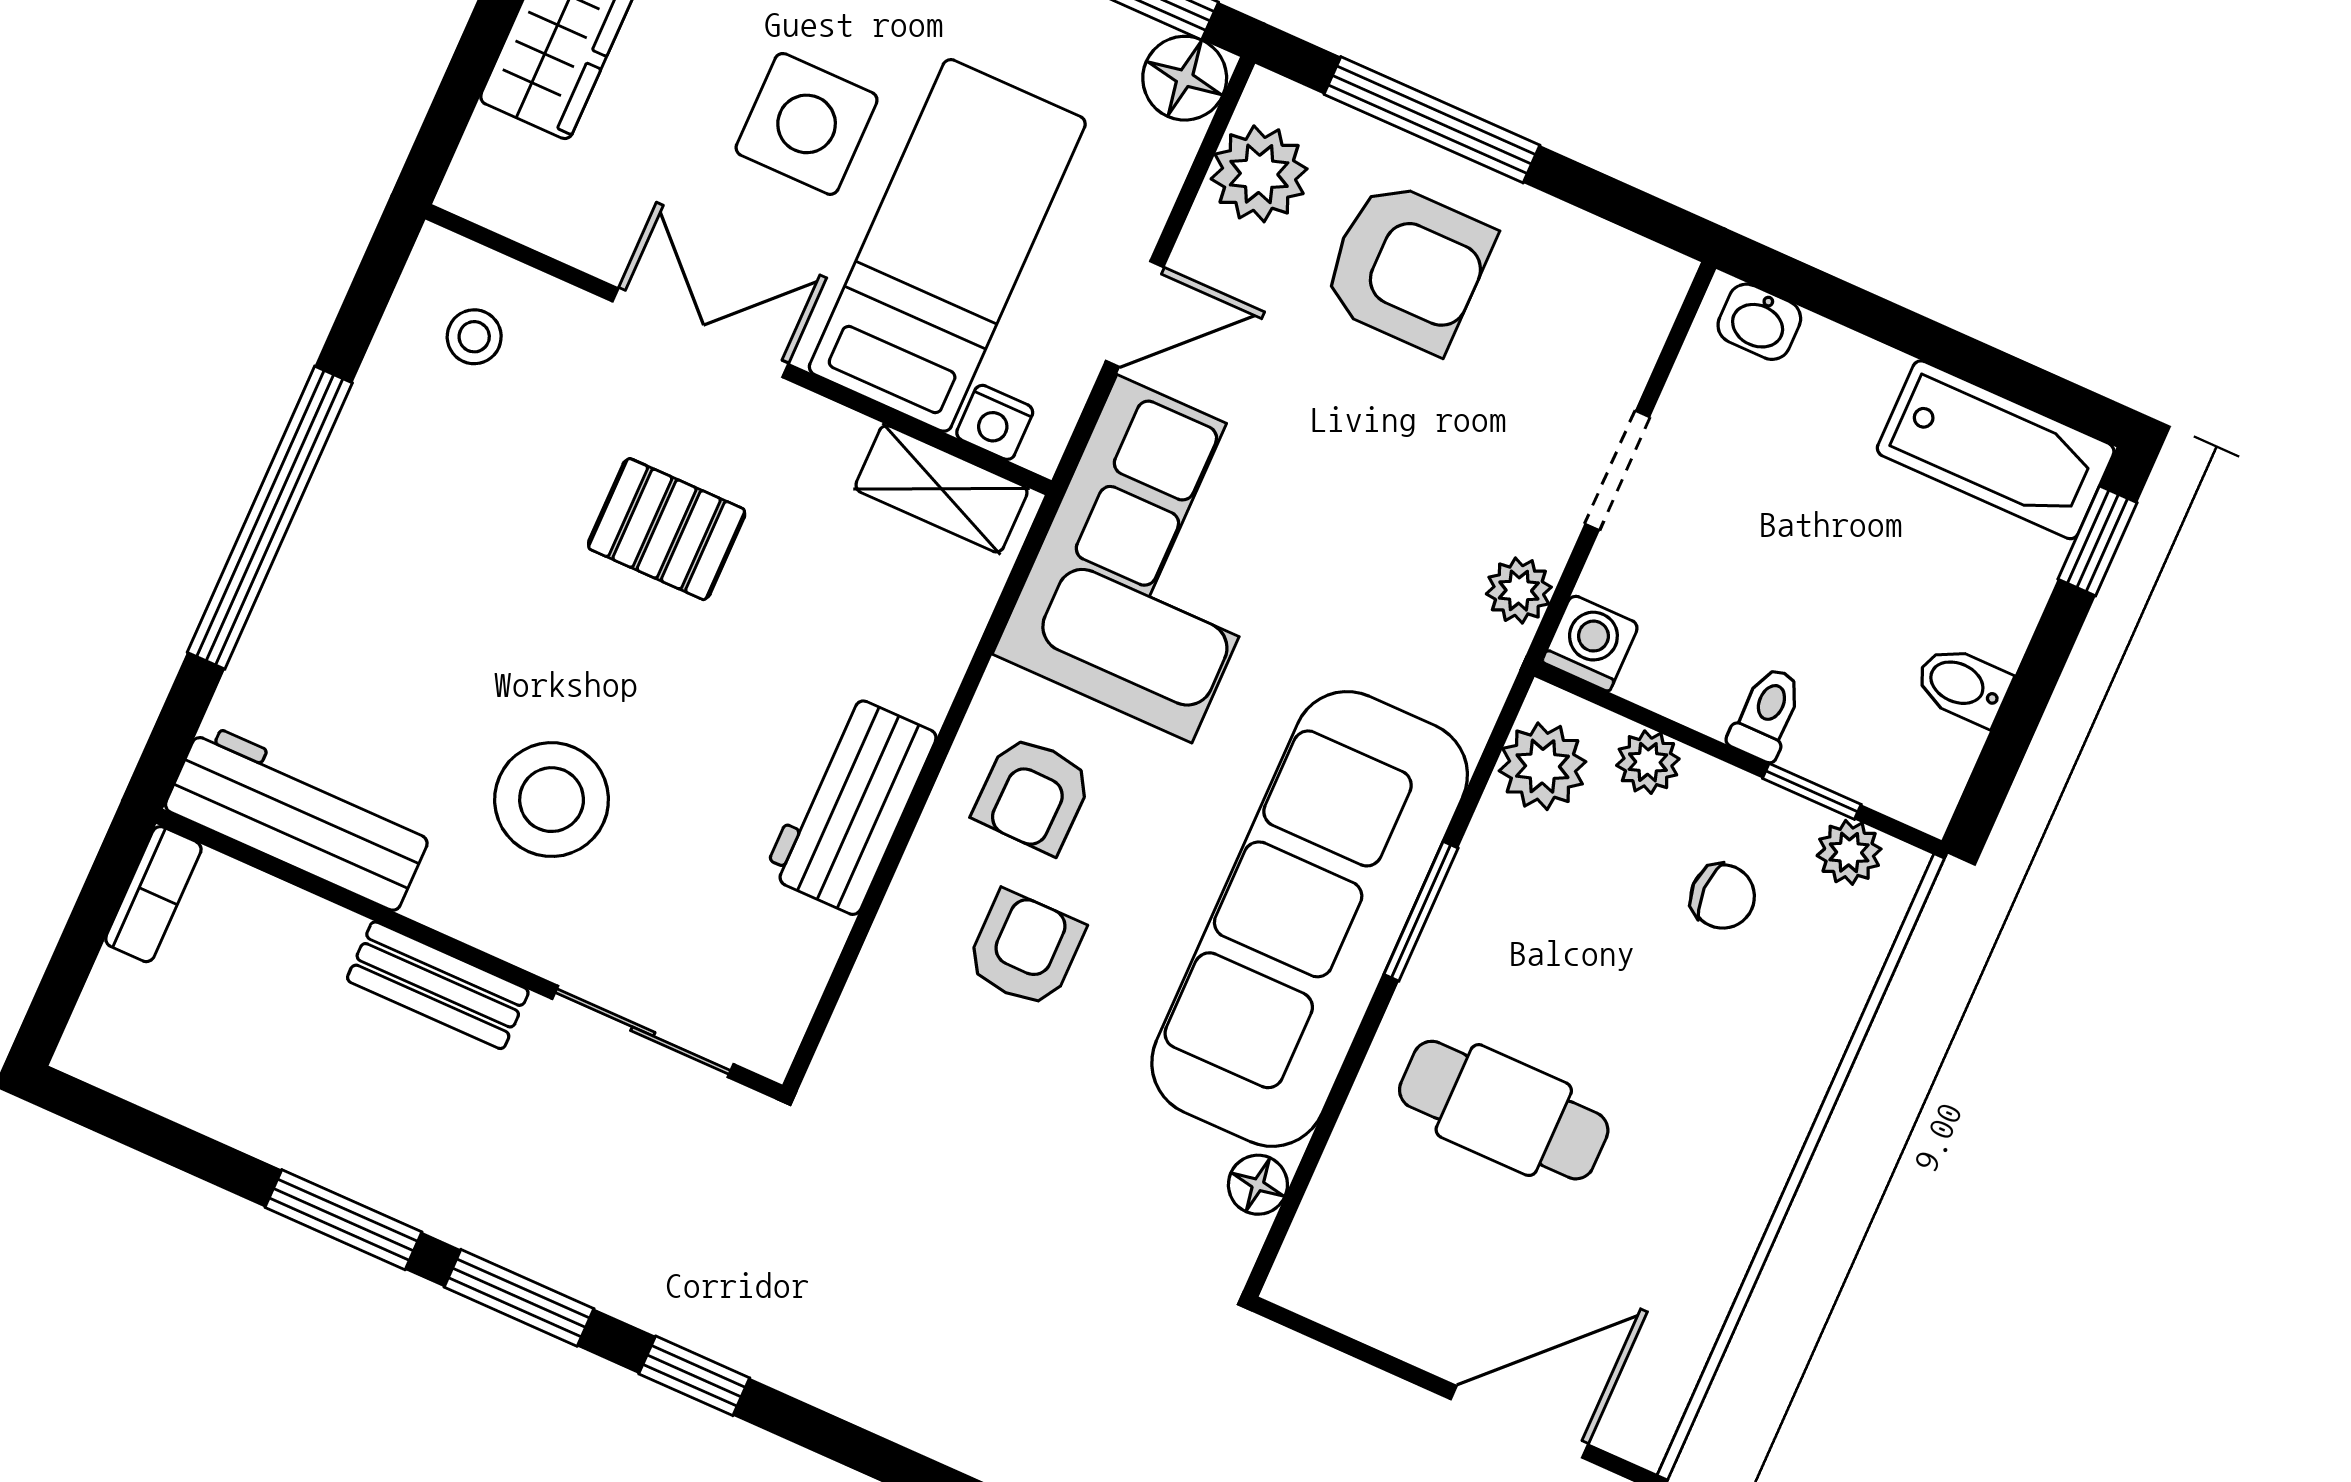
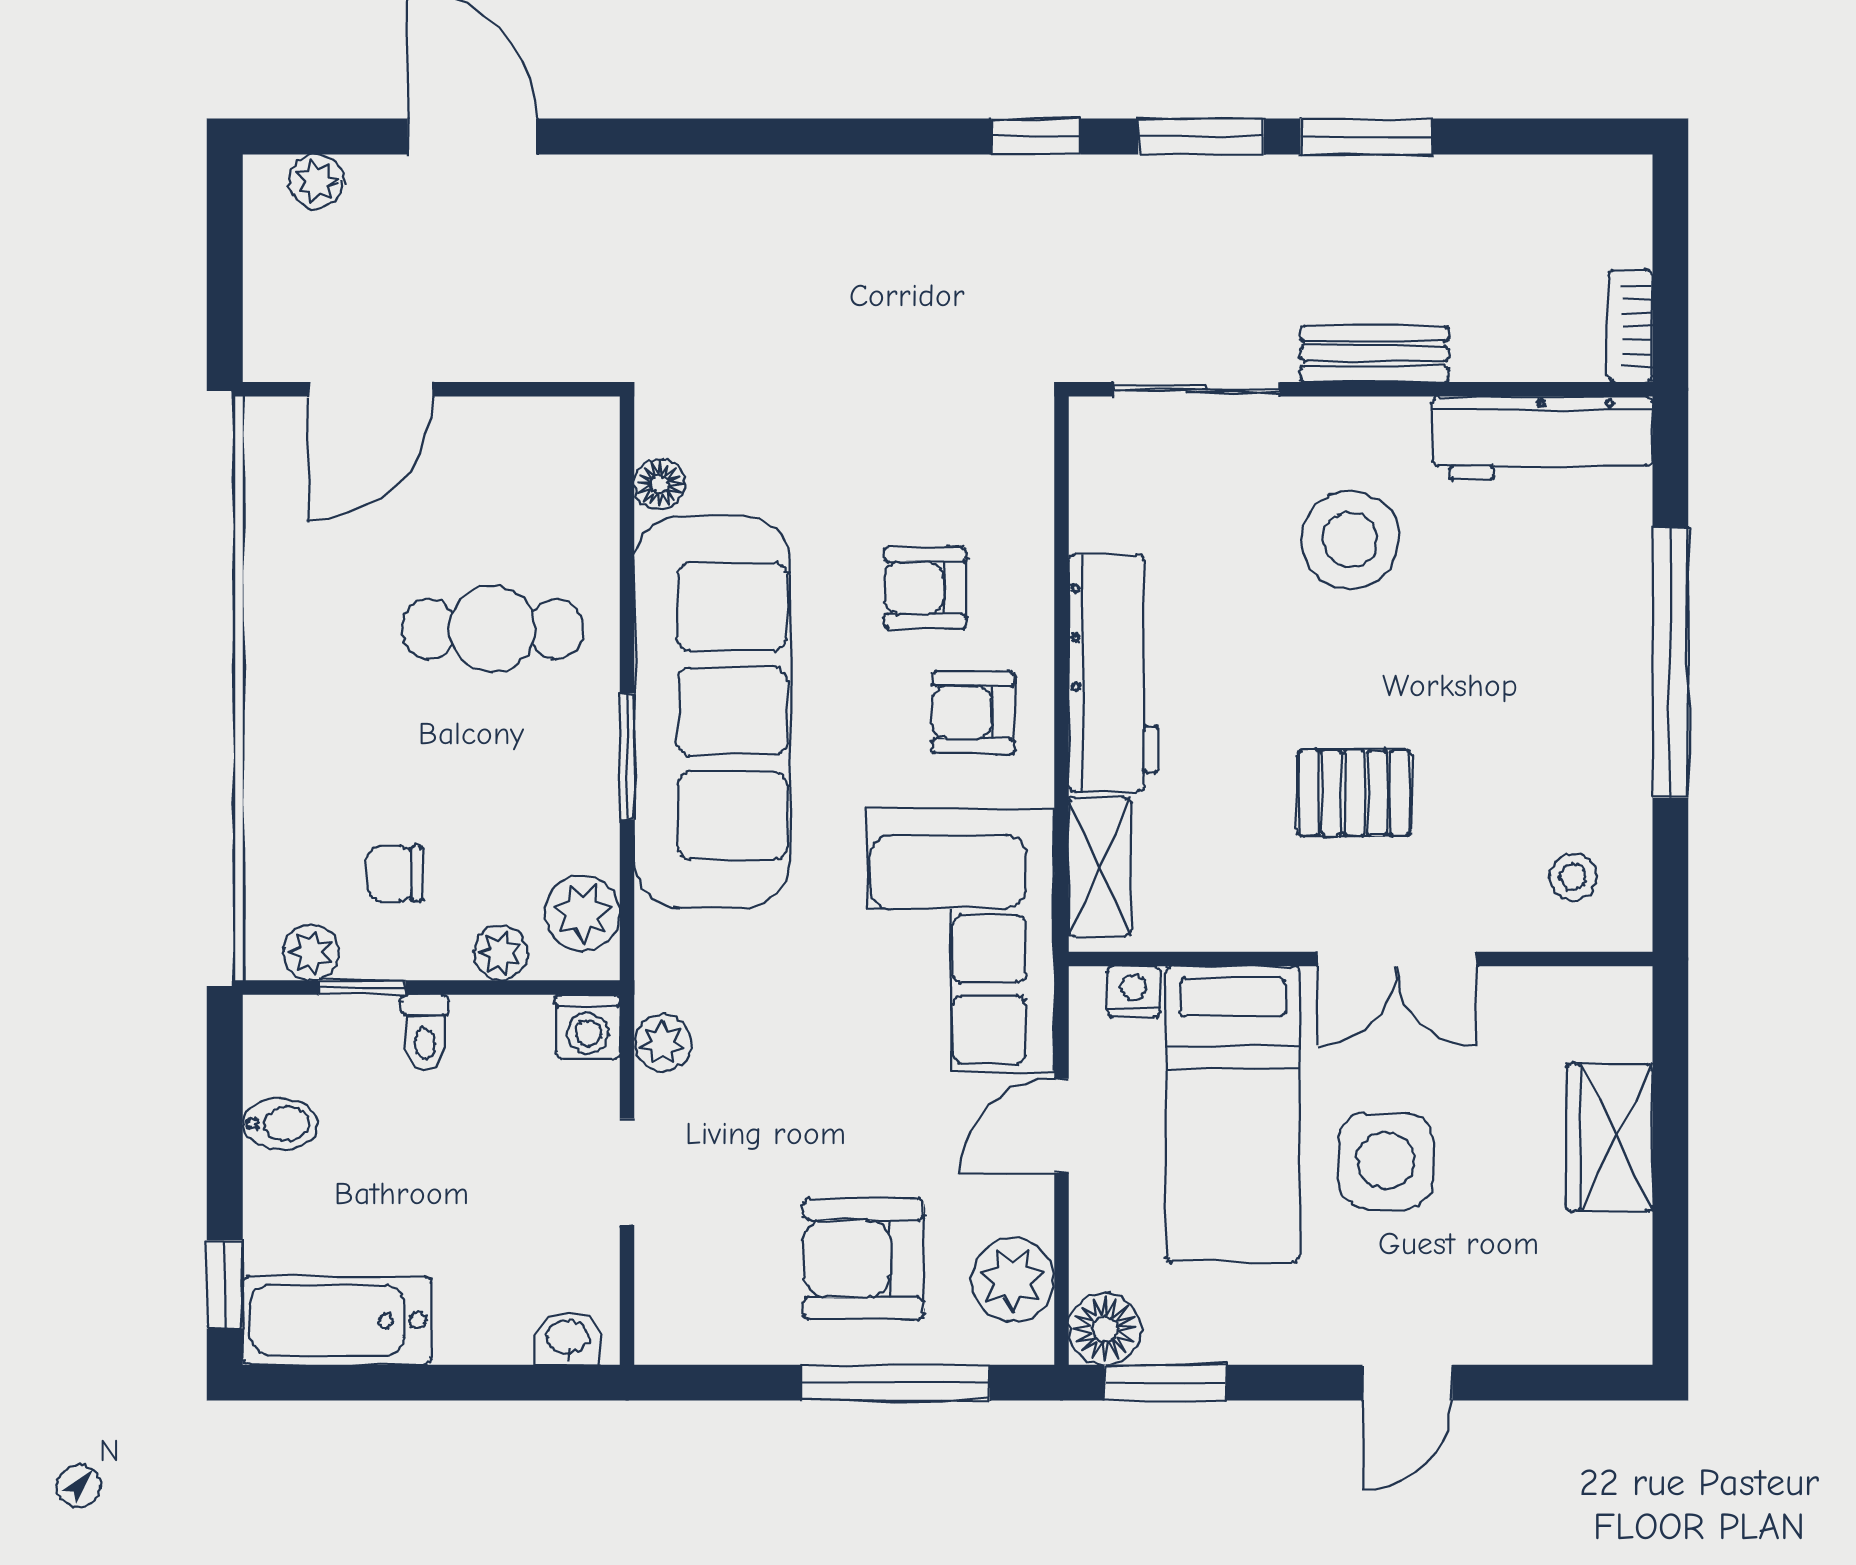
shelving: (941, 489) -> (1100, 867), moved, turned 90
armchair: (1033, 794) -> (973, 712), turned -91
workbench: (850, 804) -> (1113, 673), width x1.38
armchair: (1025, 949) -> (925, 588), turned 90

